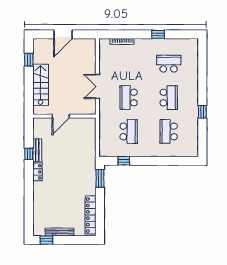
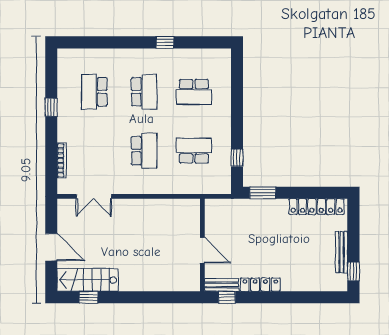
stairs: (41, 85) -> (88, 280), moved
double door: (97, 87) -> (94, 196), moved
school desk: (129, 98) -> (144, 151), turned -90
school desk: (169, 98) -> (144, 92), turned 90
door: (61, 116) -> (202, 250), moved
wall: (64, 116) -> (202, 245), moved
locker: (37, 172) -> (260, 285), width x1.53

